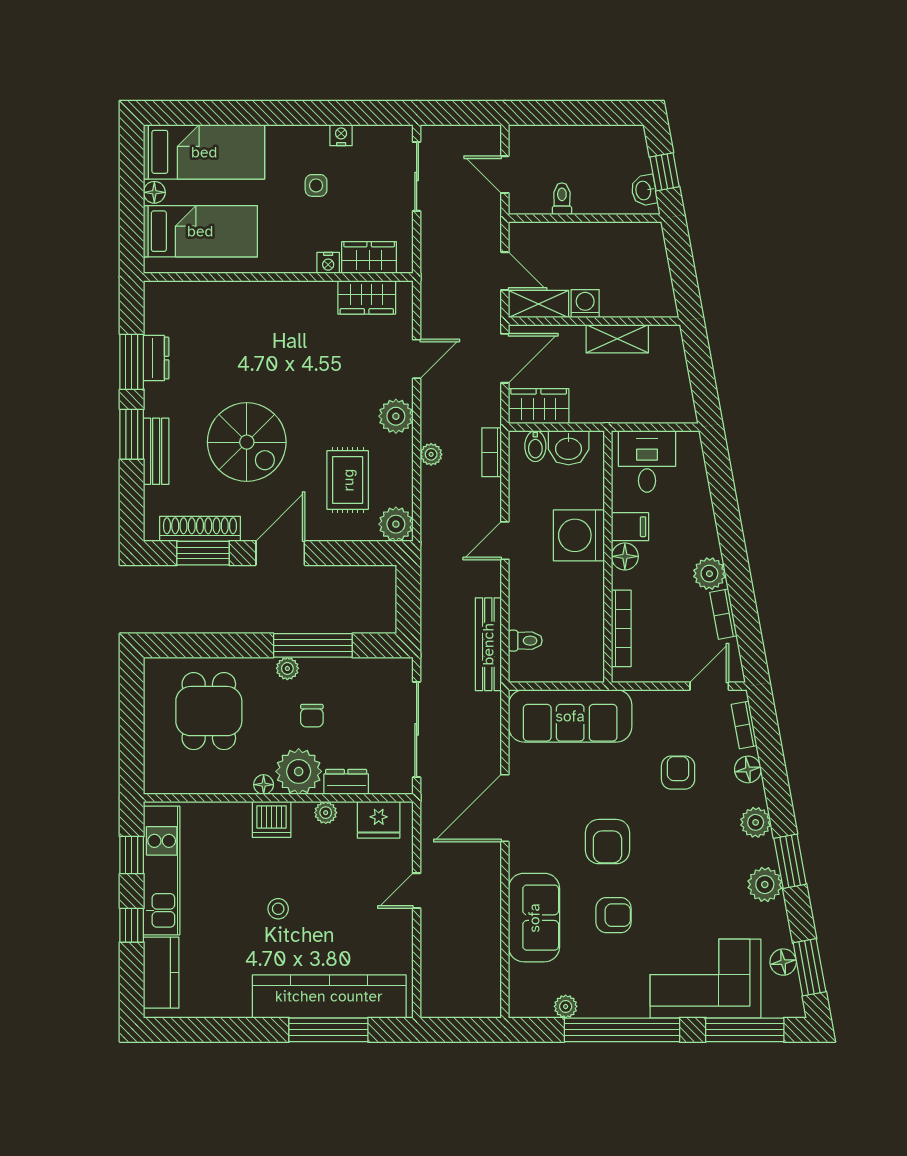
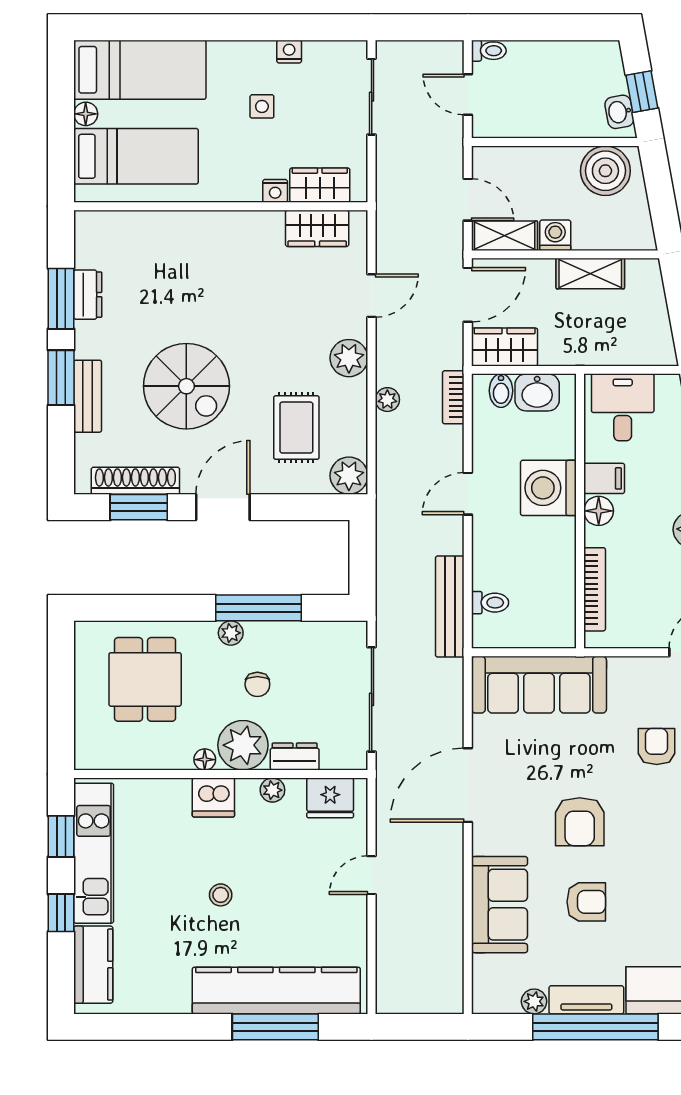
toilet: (562, 199) -> (489, 51), moved, turned 90
boiler: (631, 244) -> (605, 171), added
tv unit: (614, 1005) -> (586, 1000), added

